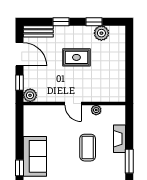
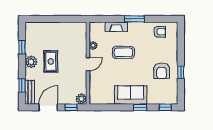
window: (61, 22) -> (22, 85), moved
plant: (101, 33) -> (31, 62), moved

